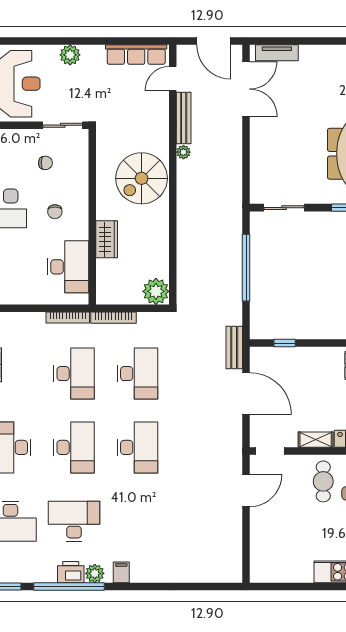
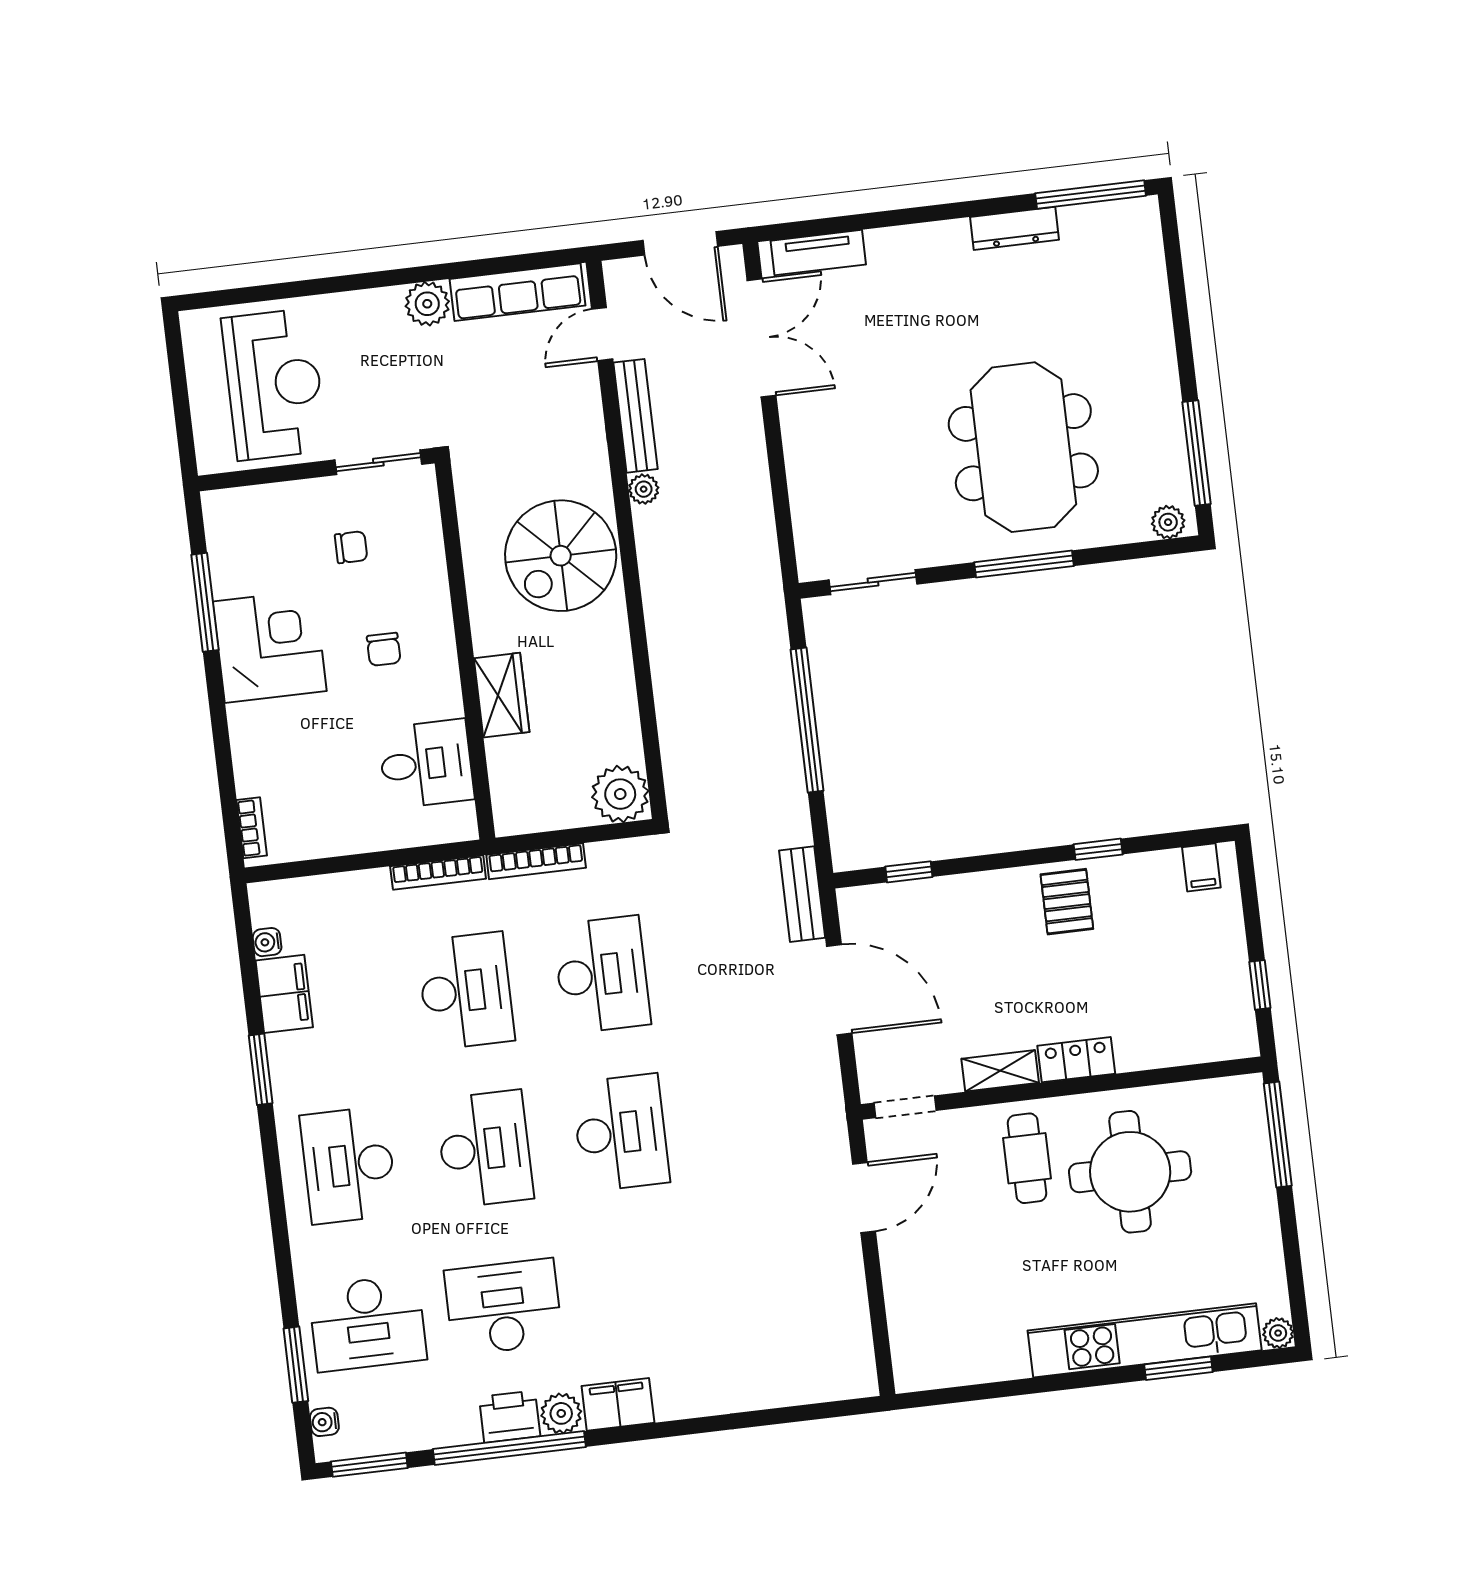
plant: (70, 55) -> (427, 304), moved
desk: (68, 267) -> (426, 764), width x0.73
filing cabinet: (121, 572) -> (618, 1404), width x2.00

